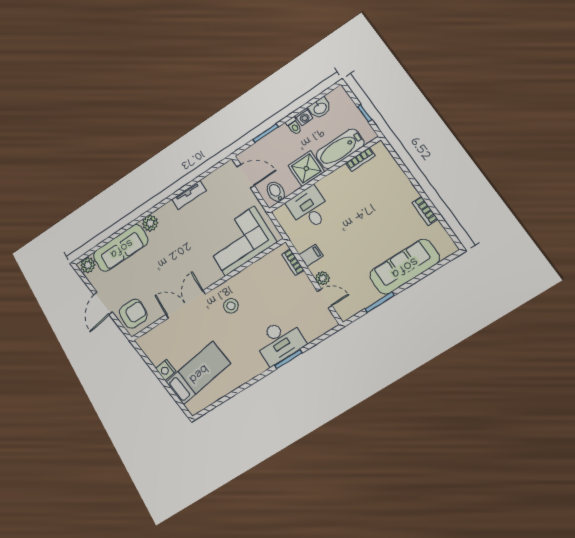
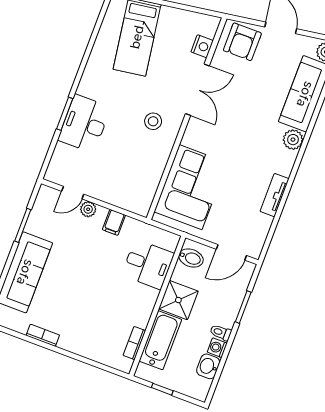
bookcase: (293, 262) -> (126, 204), removed
nightstand: (166, 370) -> (202, 46), moved, turned 98

